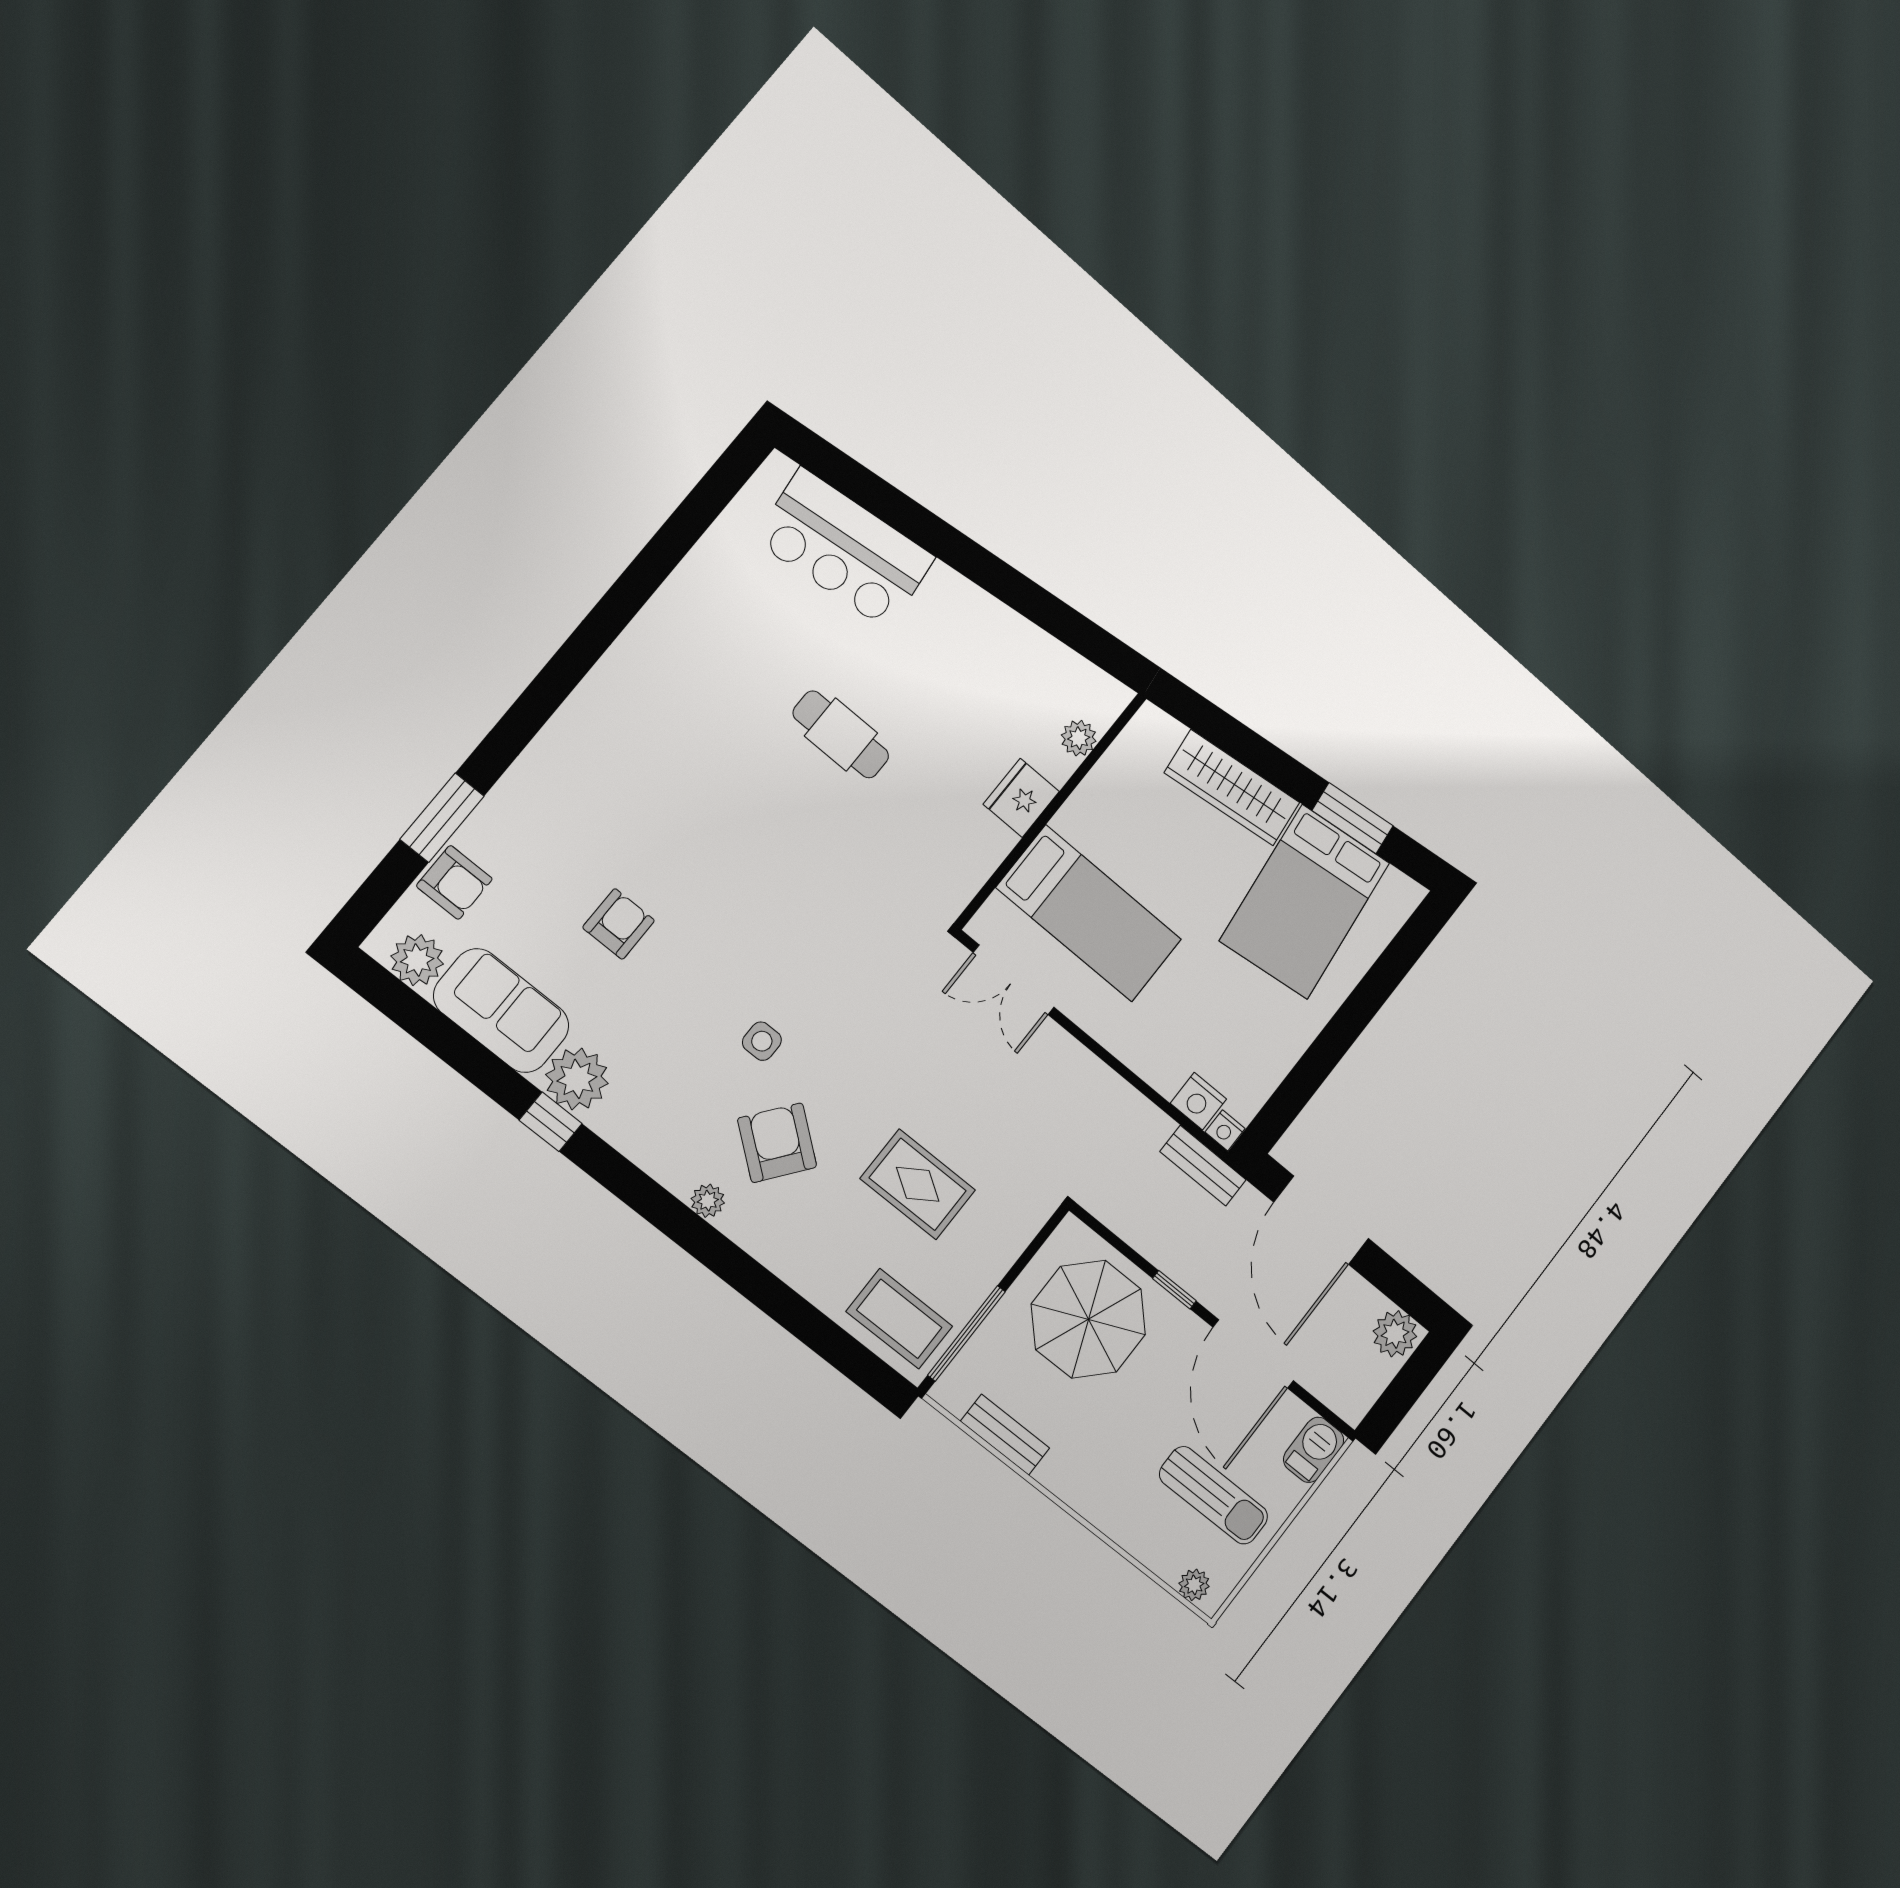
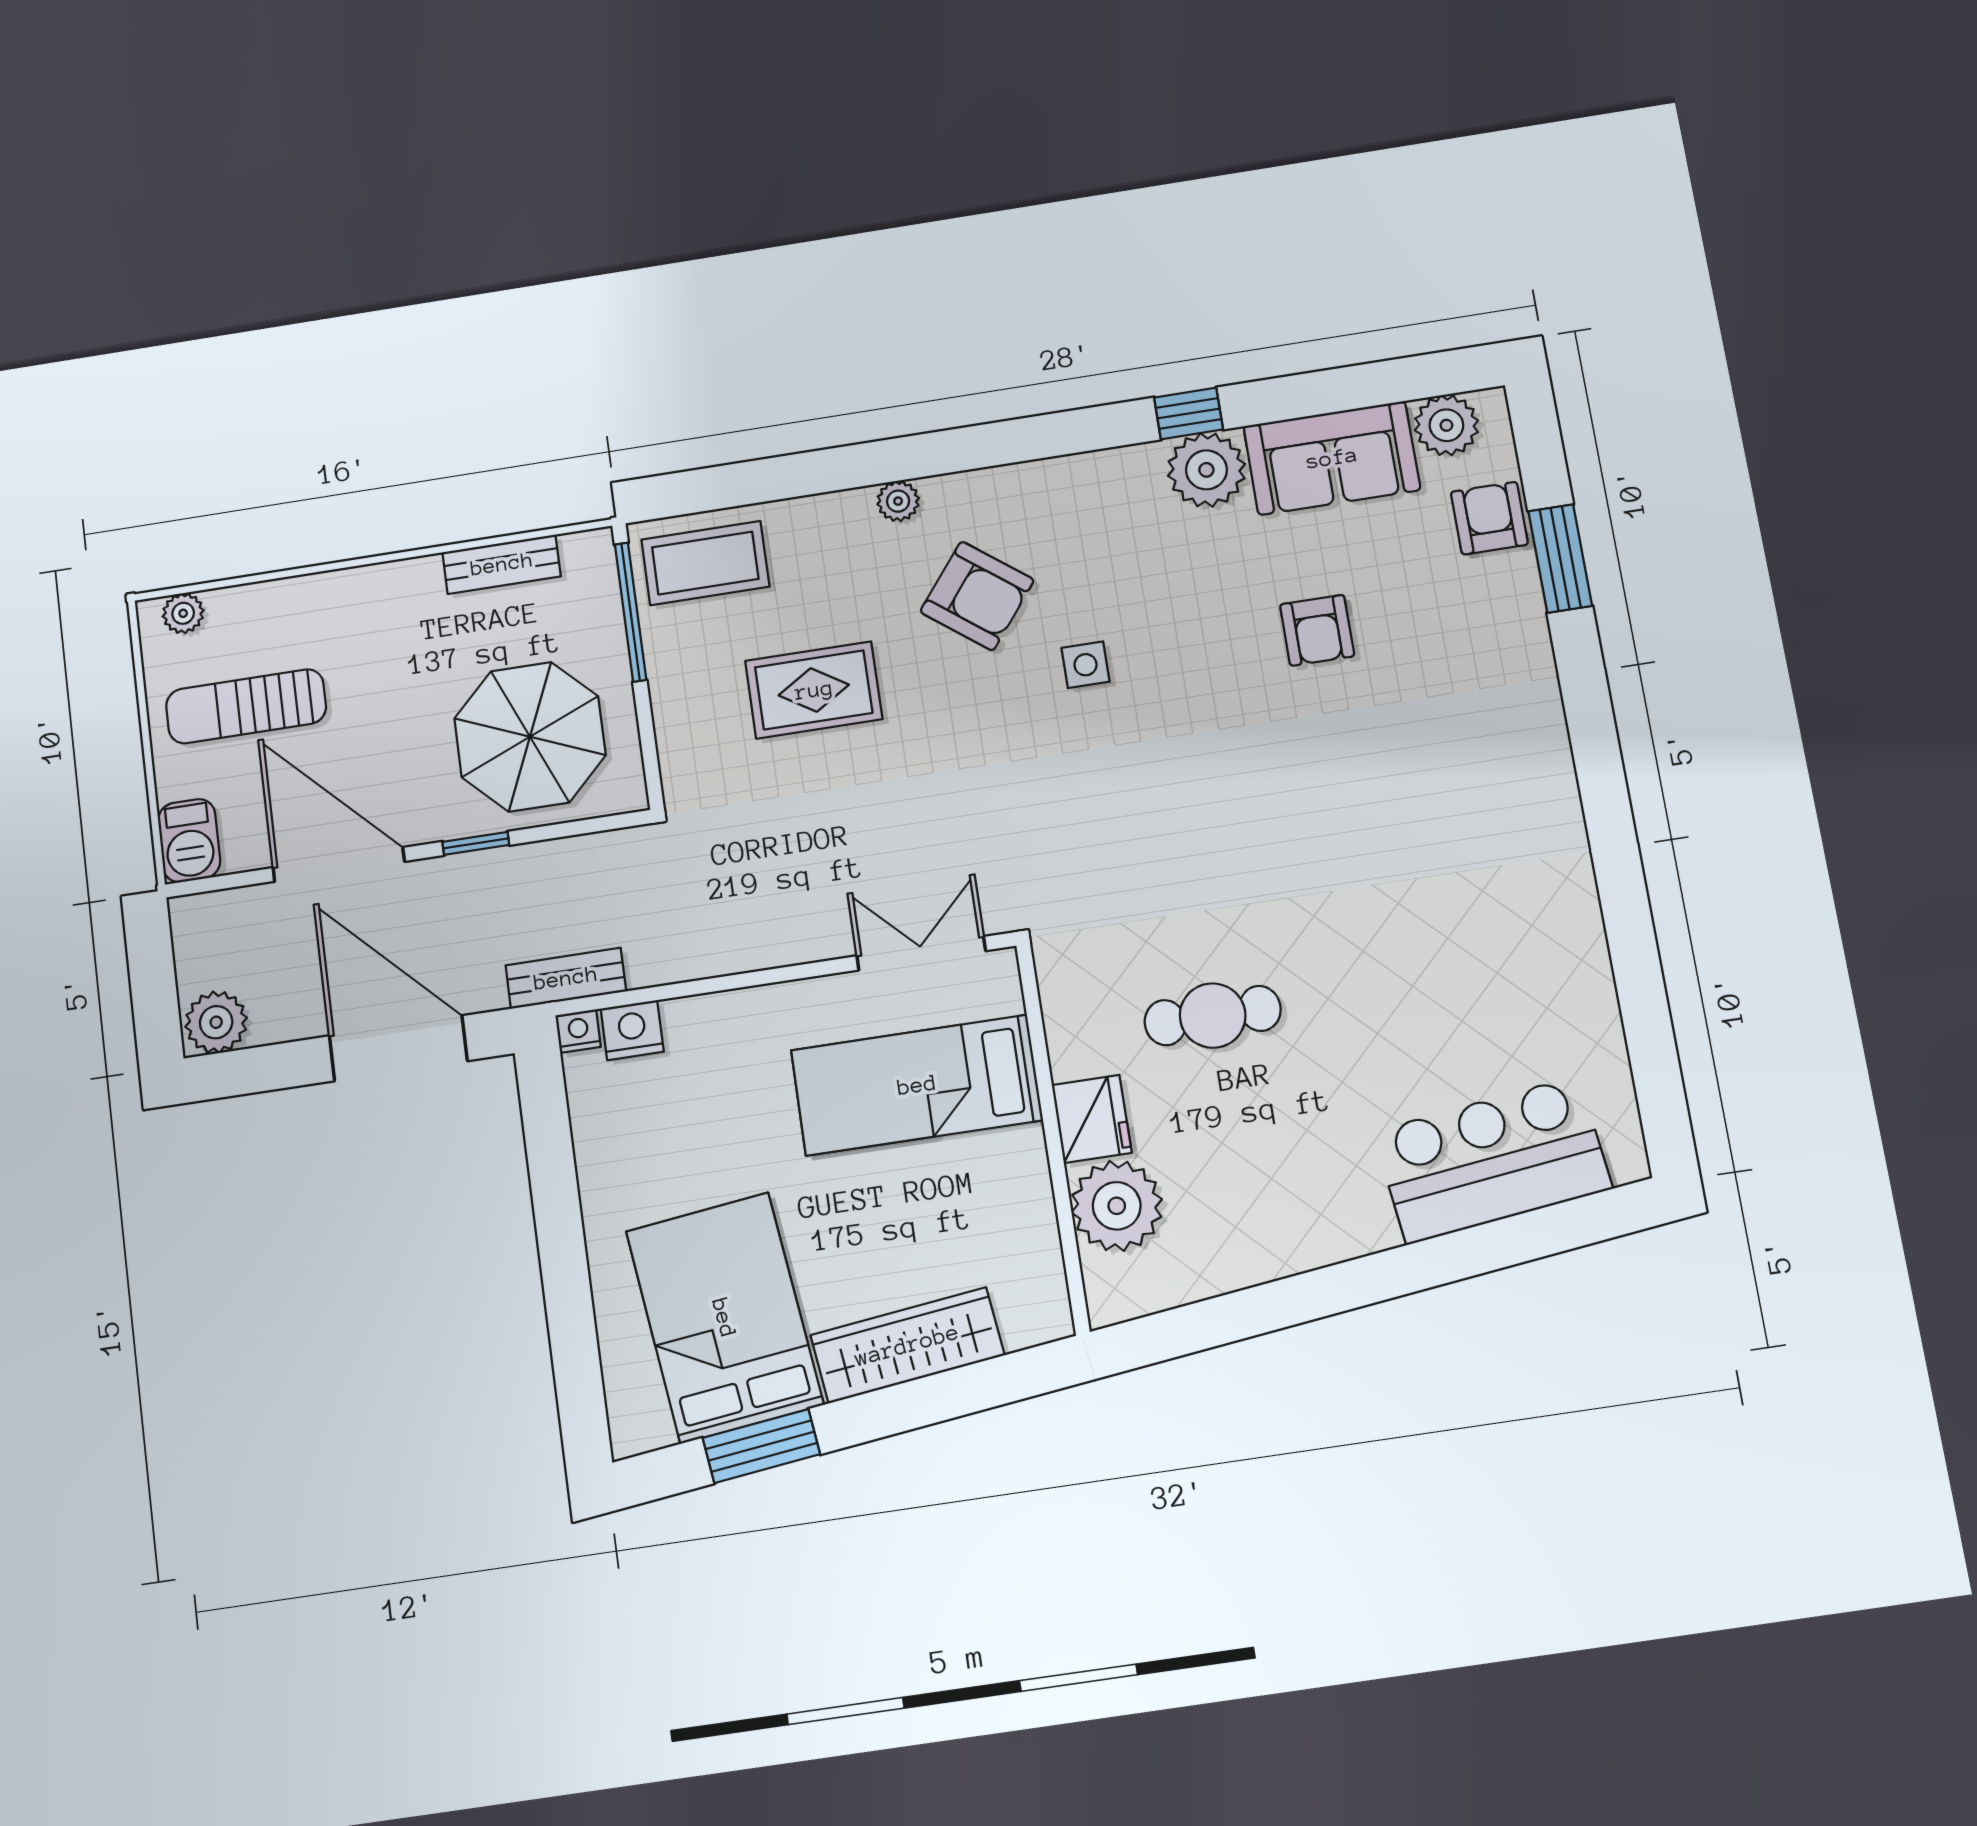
cafe table: (841, 734) -> (1213, 1016), moved
plant: (1079, 738) -> (1117, 1206), width x1.87, depth x1.87
armchair: (454, 882) -> (1489, 518), turned 90
plant: (708, 1201) -> (898, 501), moved

